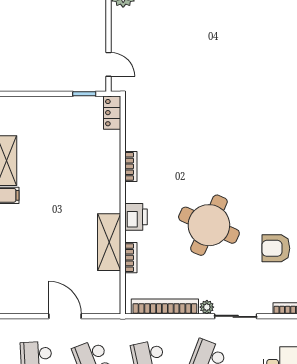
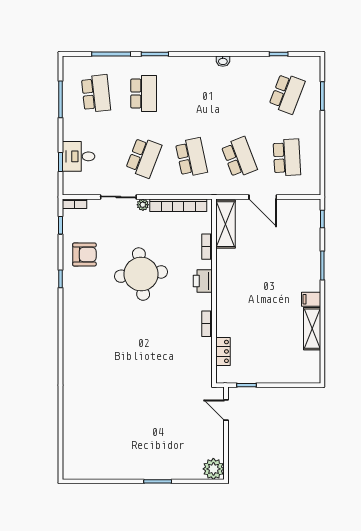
locker: (112, 113) -> (223, 351), moved
round table: (209, 225) -> (141, 274), turned -30
shelving: (109, 242) -> (225, 224), moved

